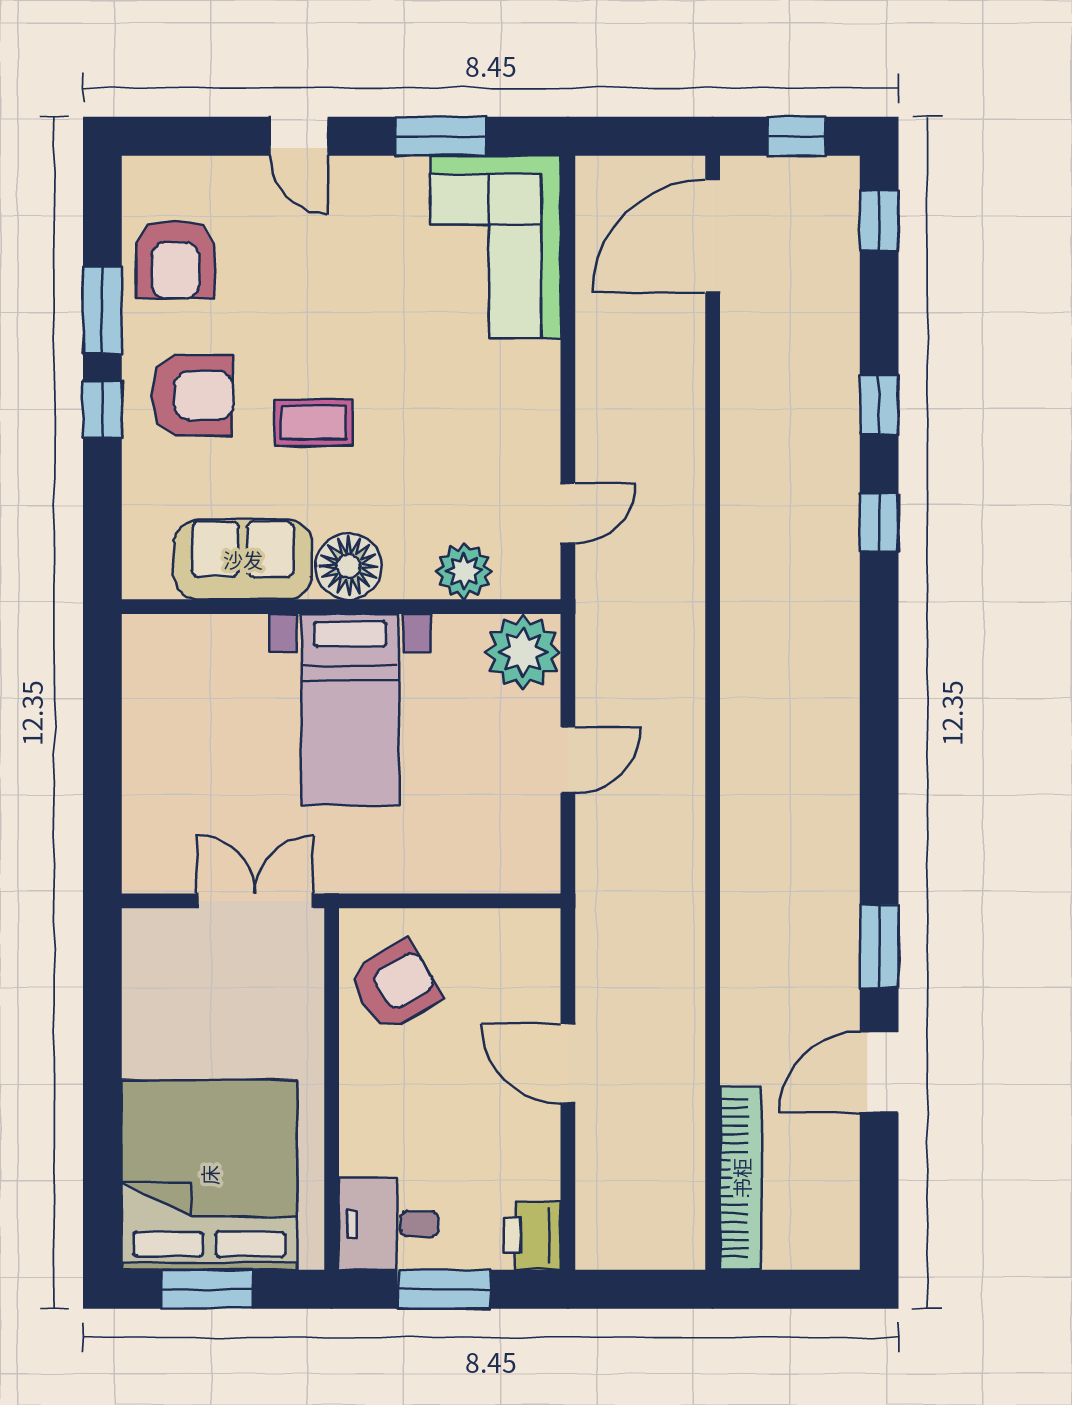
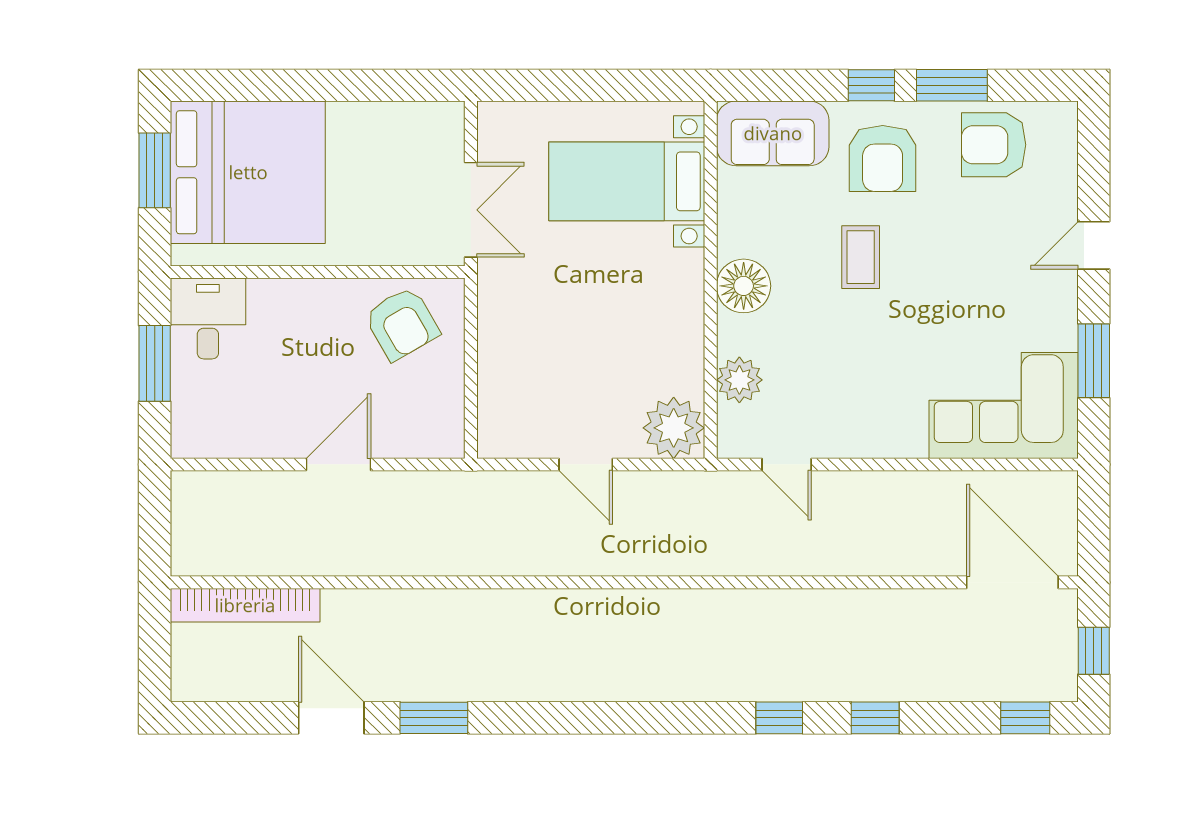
sofa: (243, 559) -> (773, 133), moved, turned 90
bed with nightstands: (350, 709) -> (627, 181), moved
printer: (532, 1235) -> (198, 435), removed

